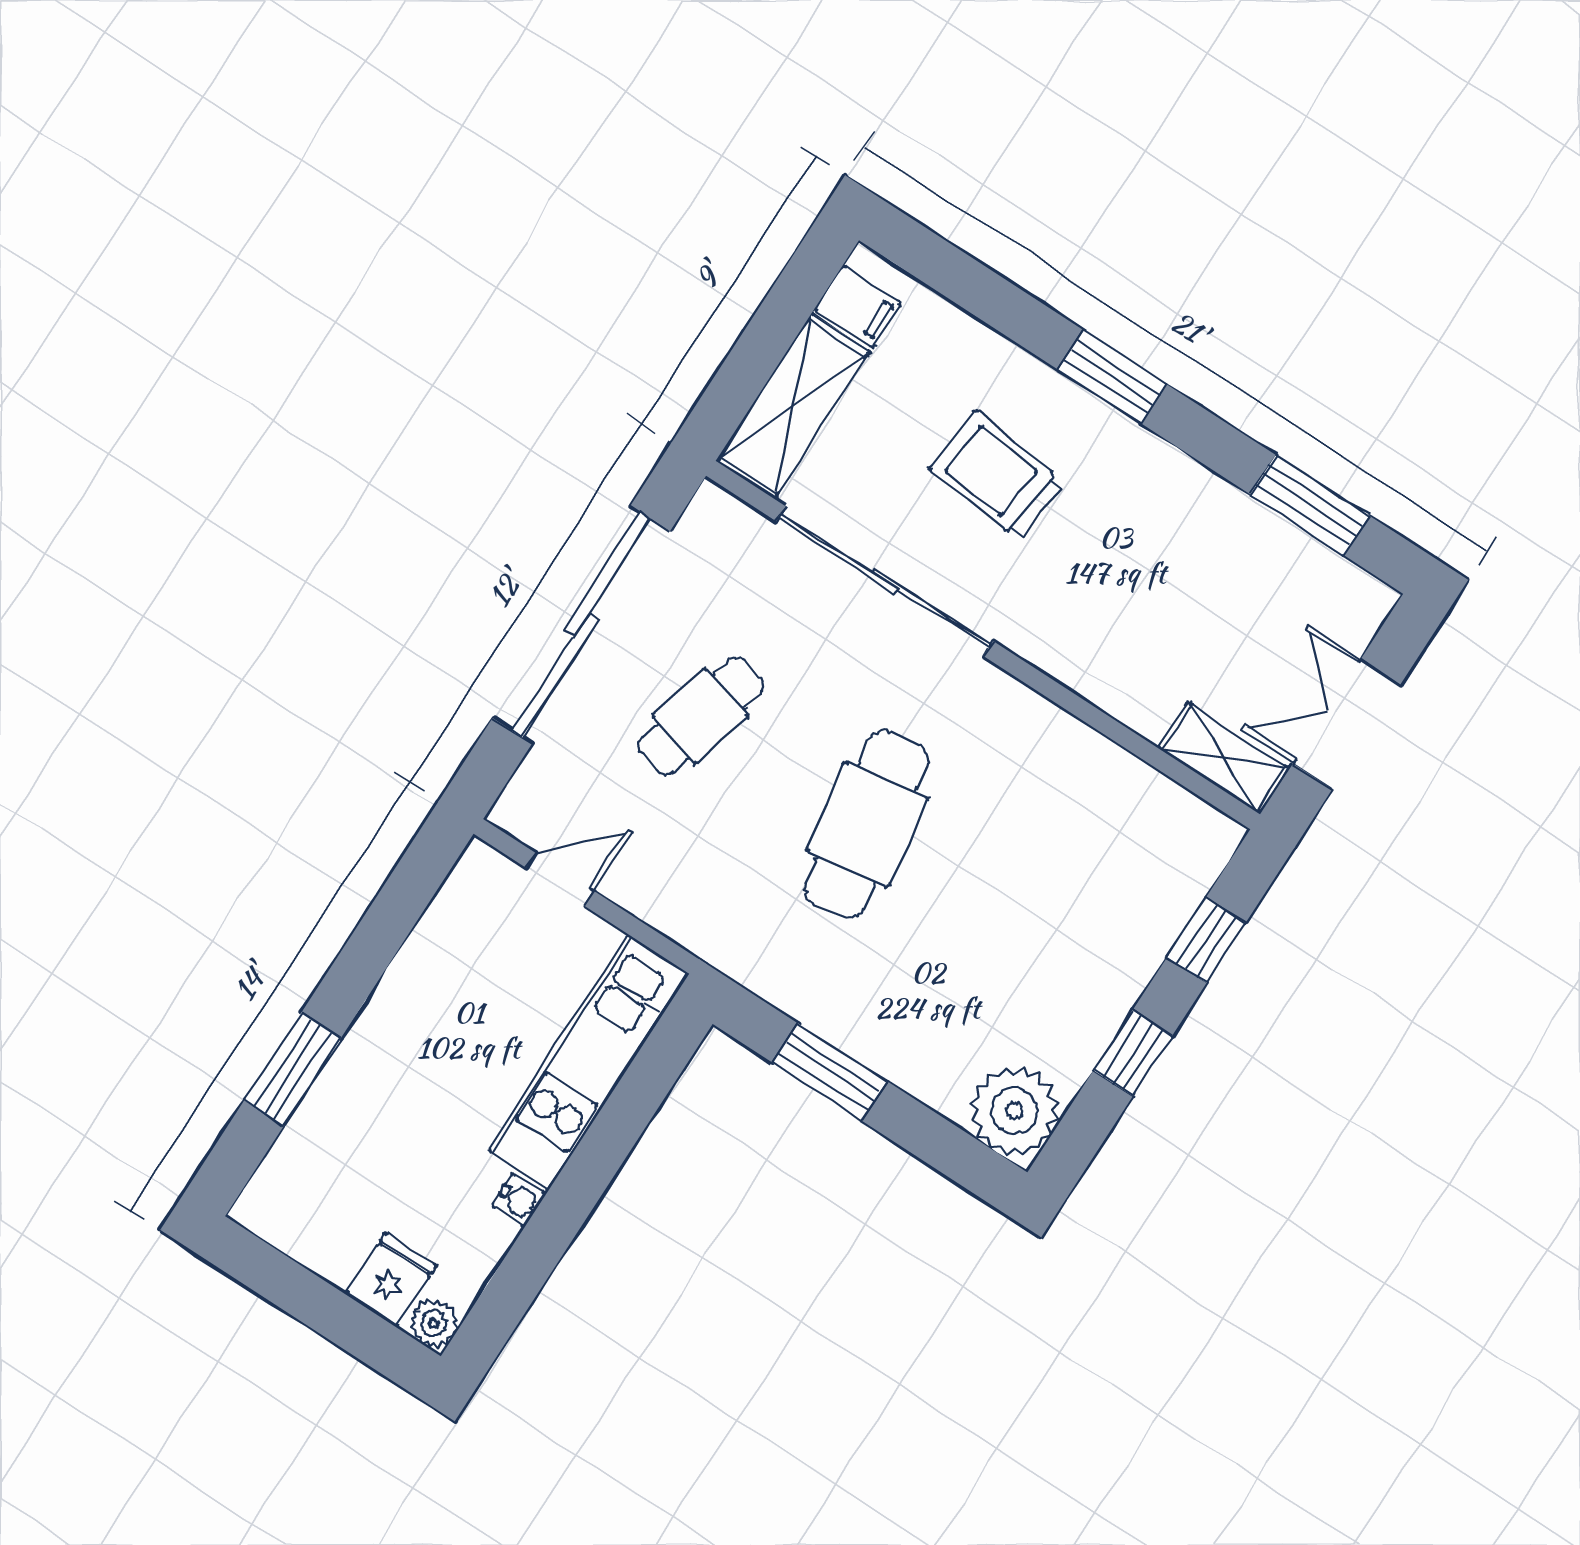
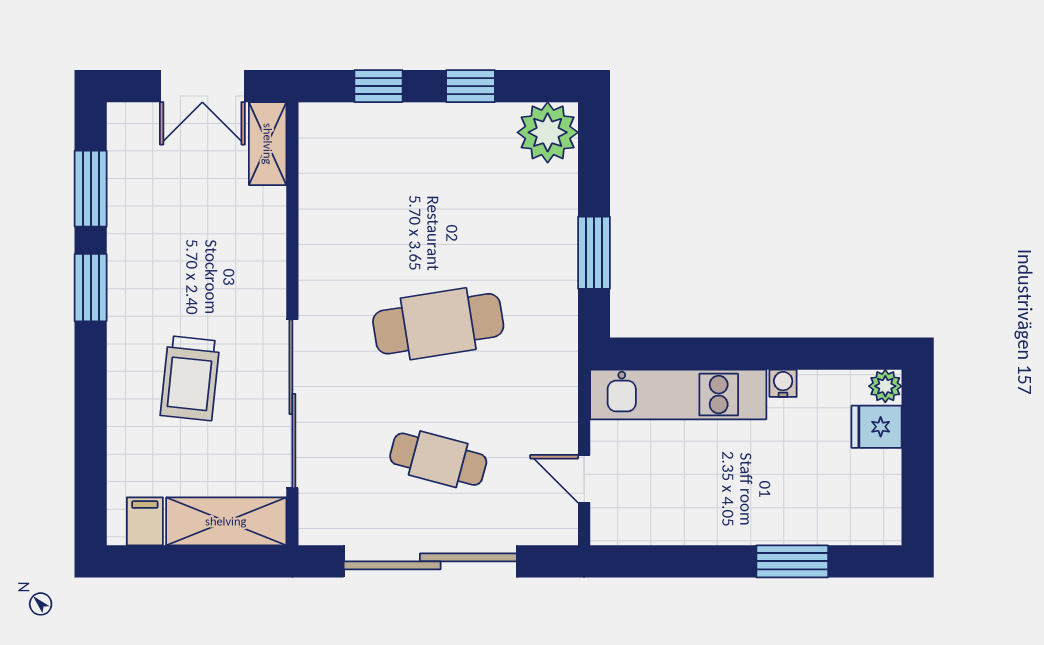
window: (1112, 377) -> (91, 288), moved

